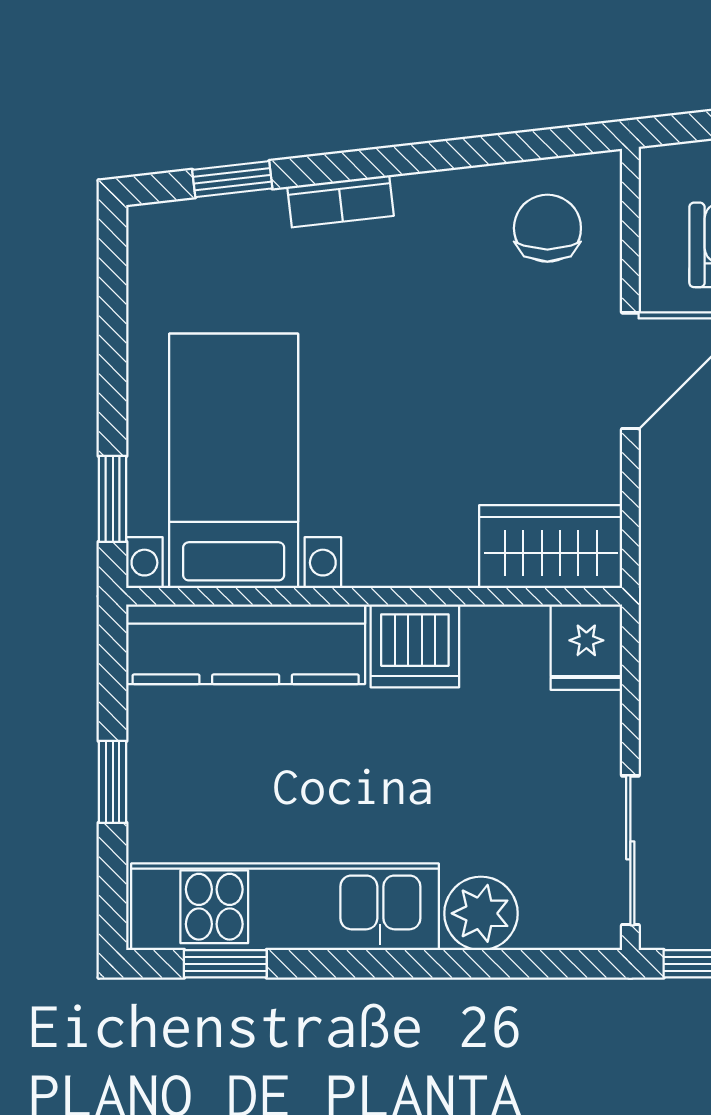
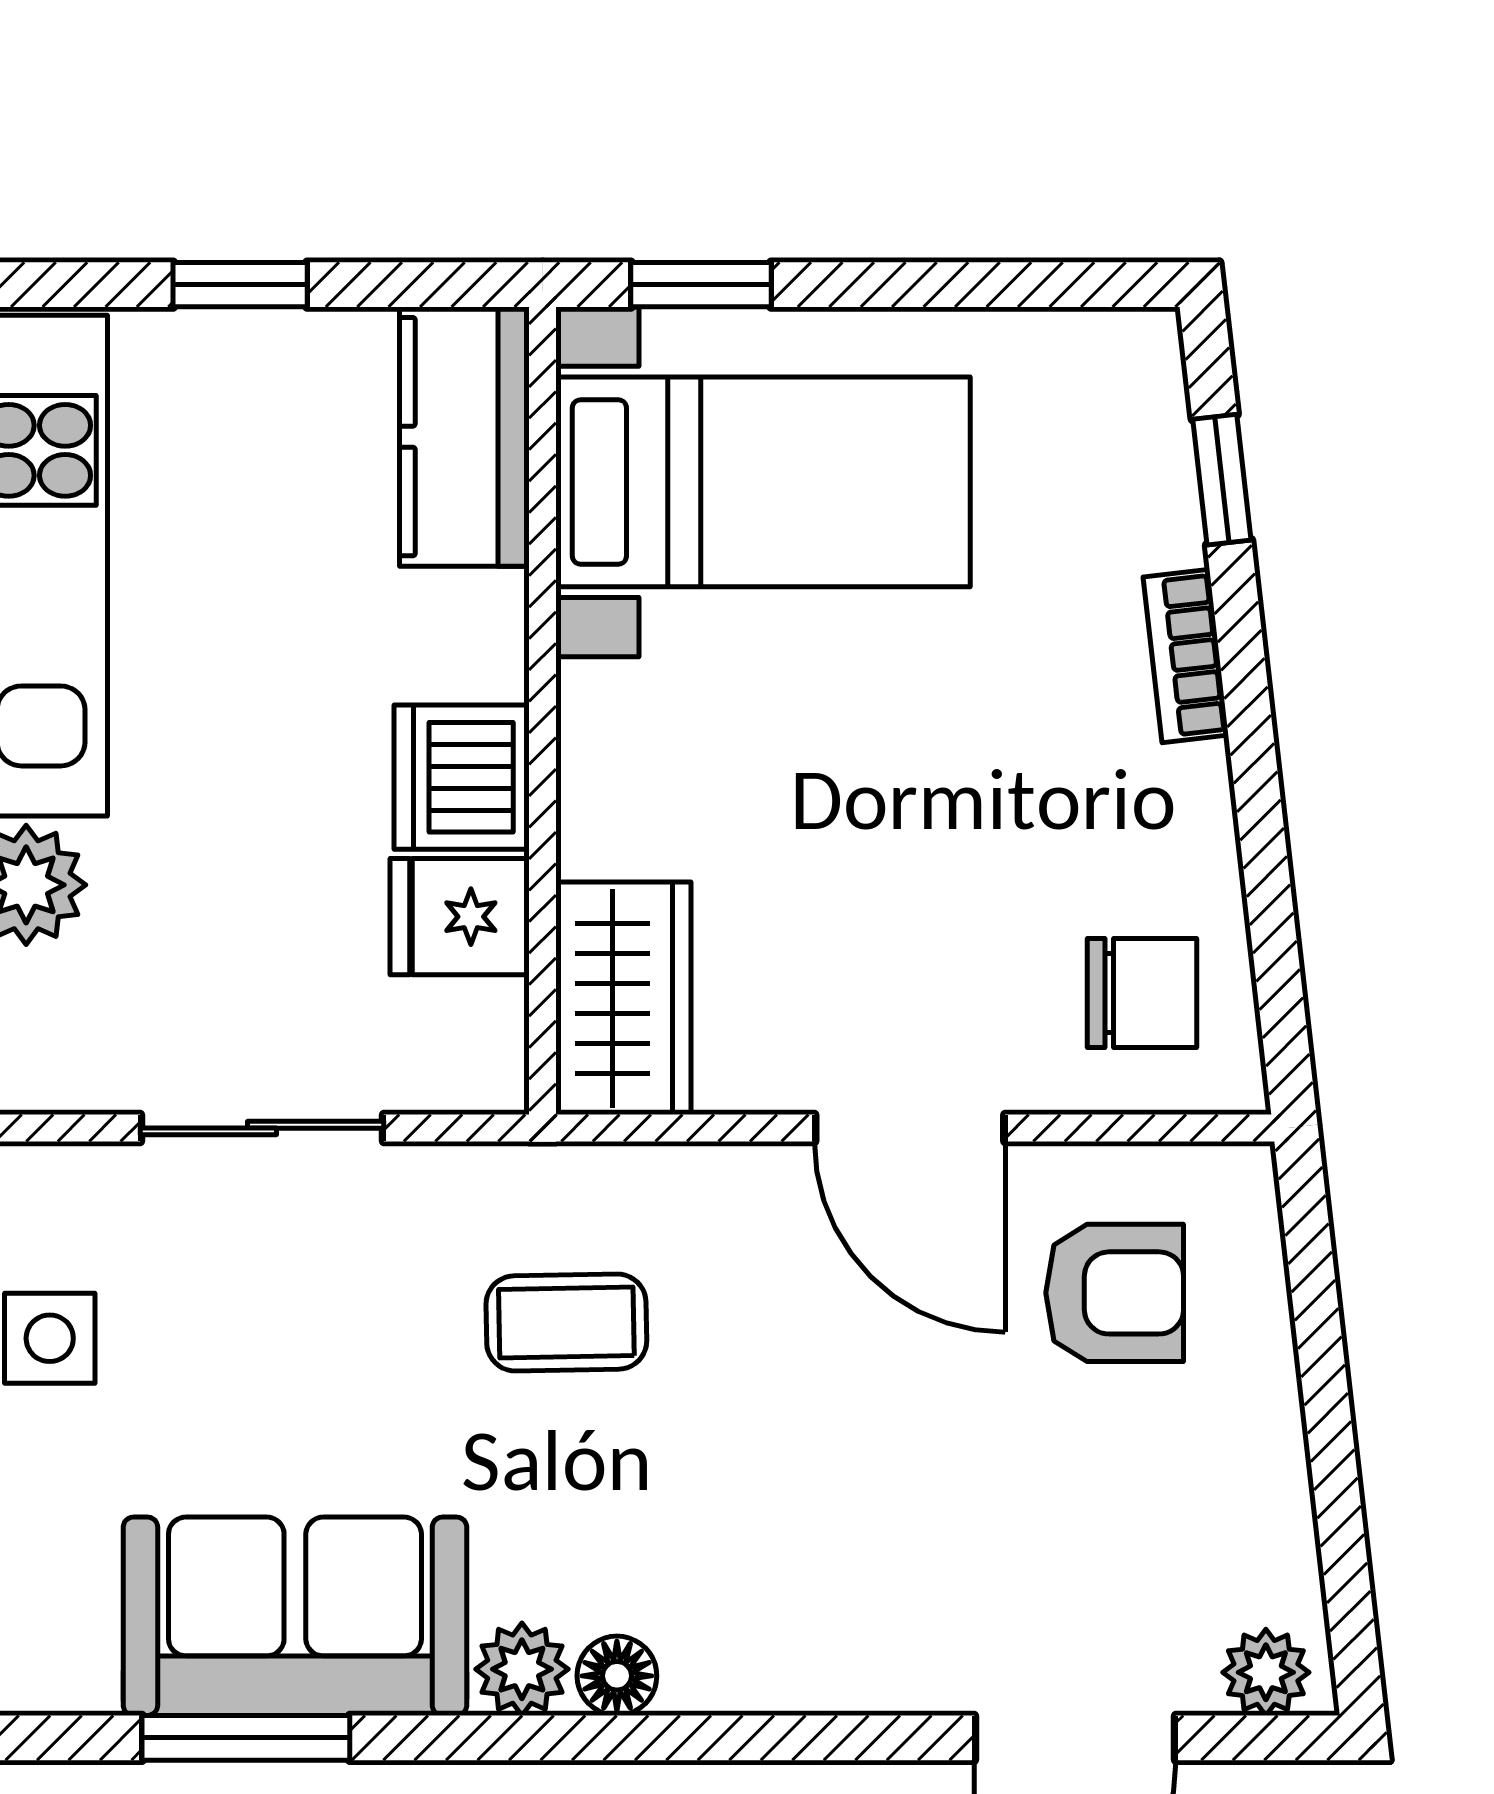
kitchen counter: (246, 644) -> (464, 437), width x0.67
fridge: (586, 647) -> (460, 917), moved
sliding door: (630, 850) -> (262, 1128), moved

